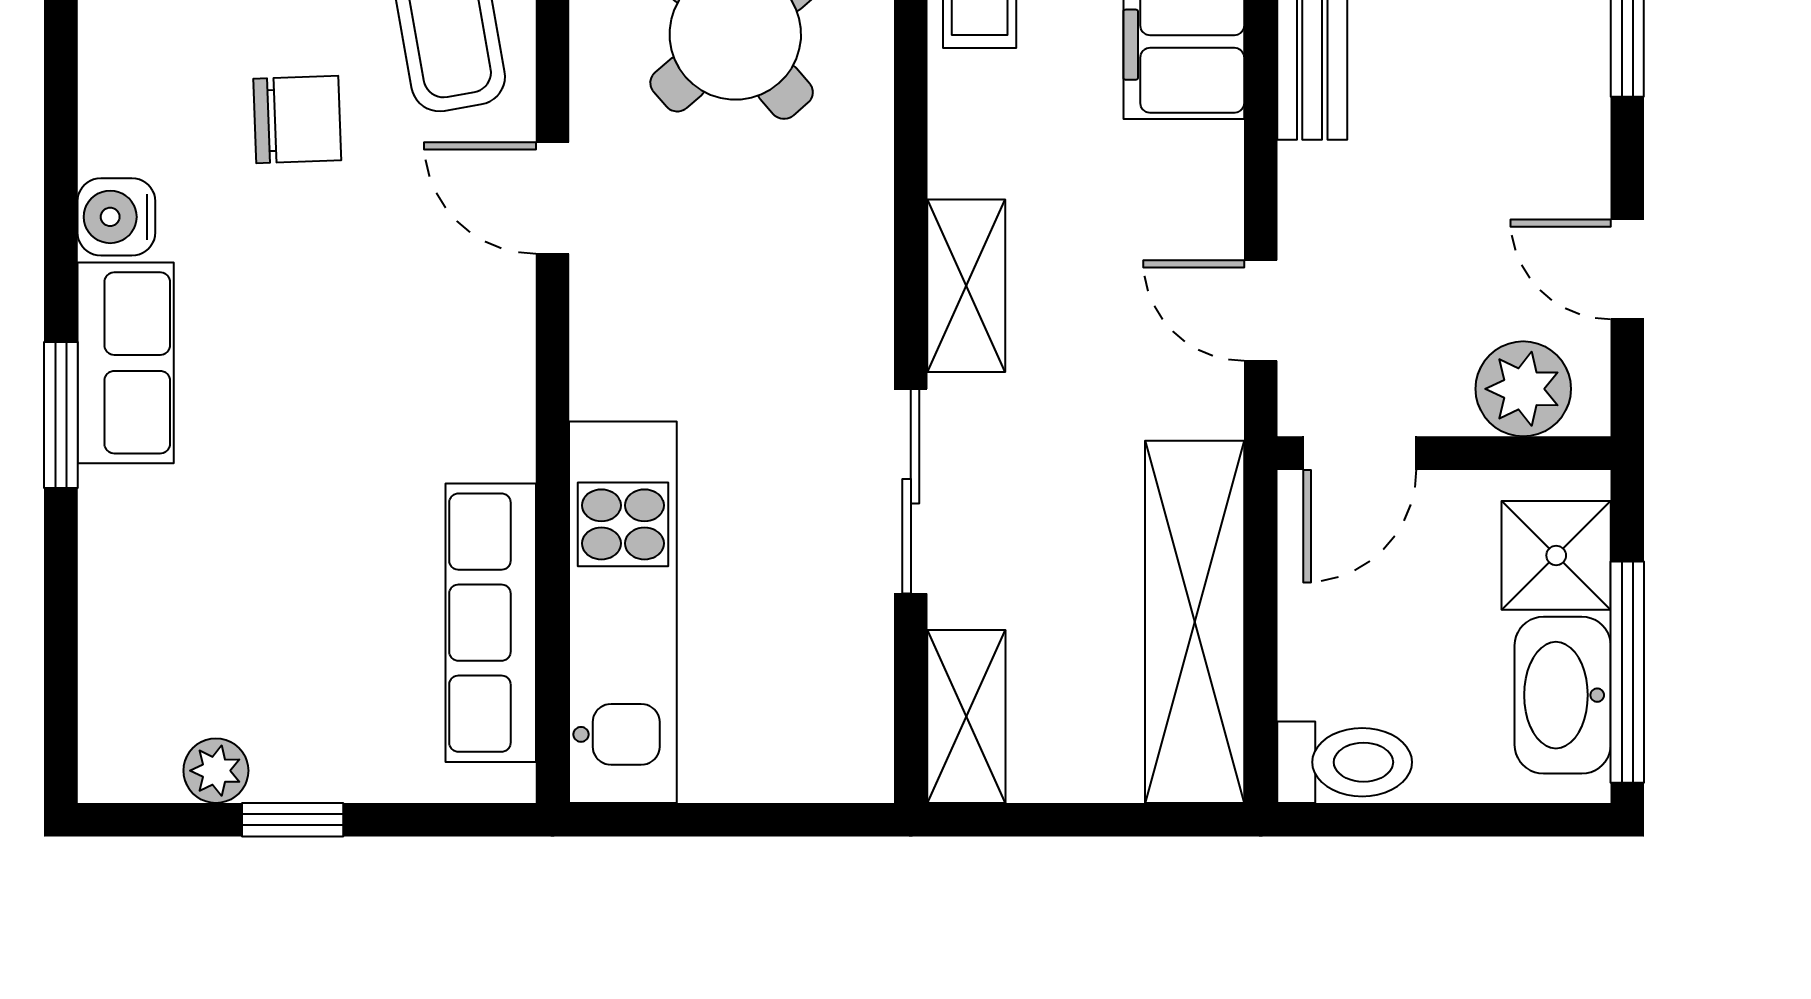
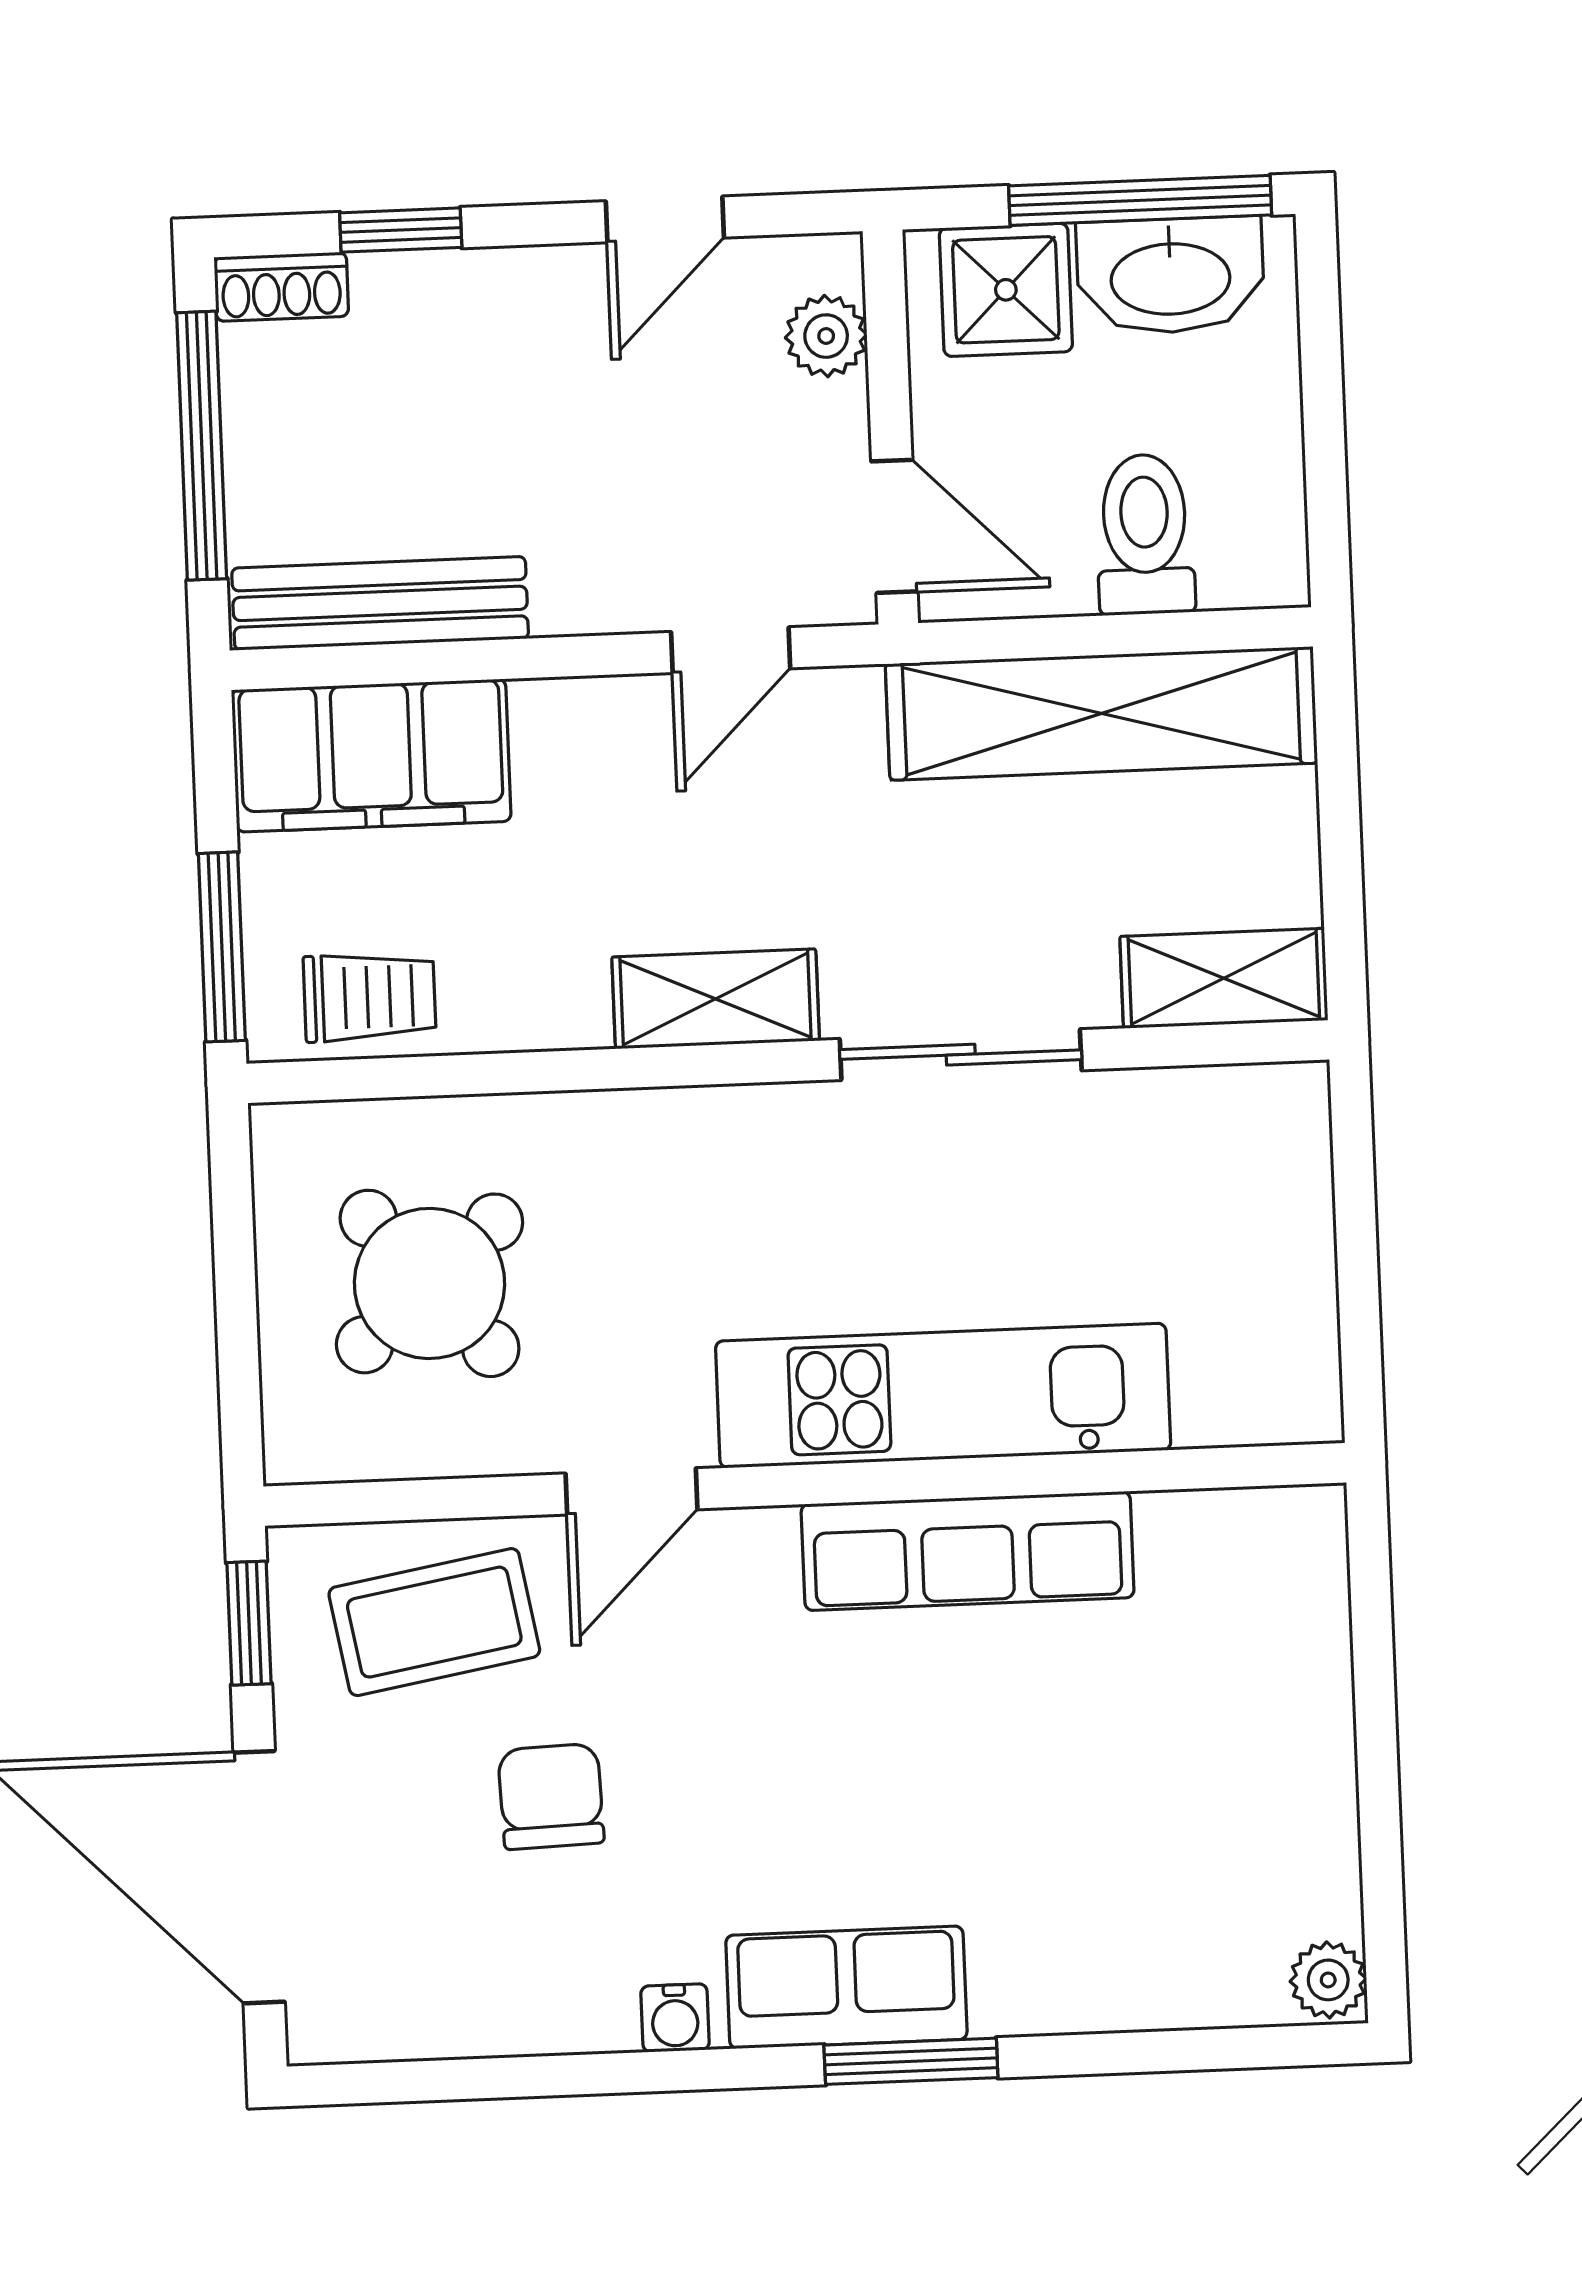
water cooler: (116, 217) -> (675, 2018), width x0.72, depth x0.72
plant: (1523, 389) -> (826, 336), width x0.73, depth x0.73
kitchen unit: (623, 612) -> (943, 1396), moved
row of seats: (491, 623) -> (968, 1551), moved
toilet: (1345, 762) -> (1145, 534), moved
plant: (216, 771) -> (1328, 1980), moved
window: (293, 820) -> (1378, 1769), removed

